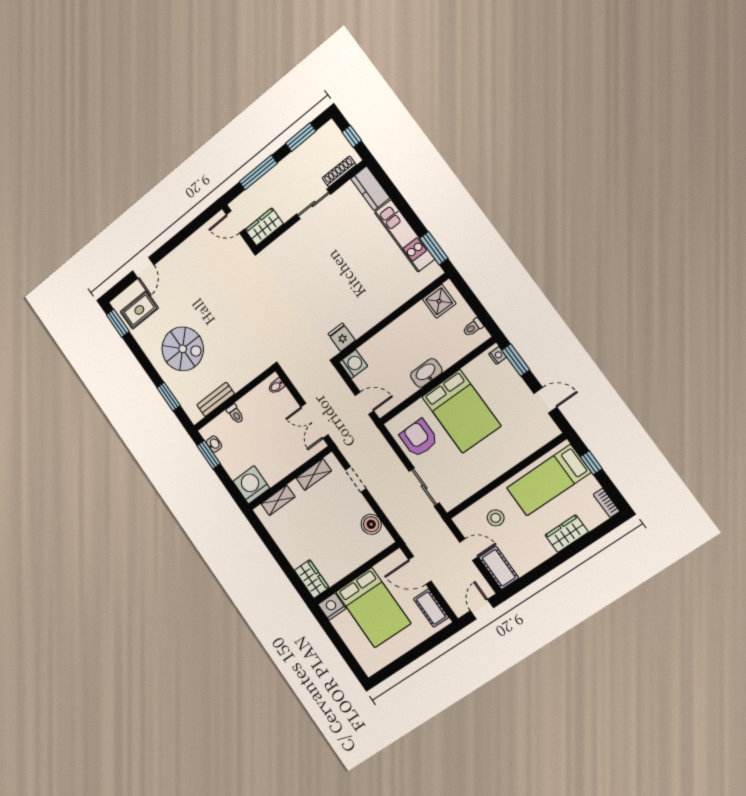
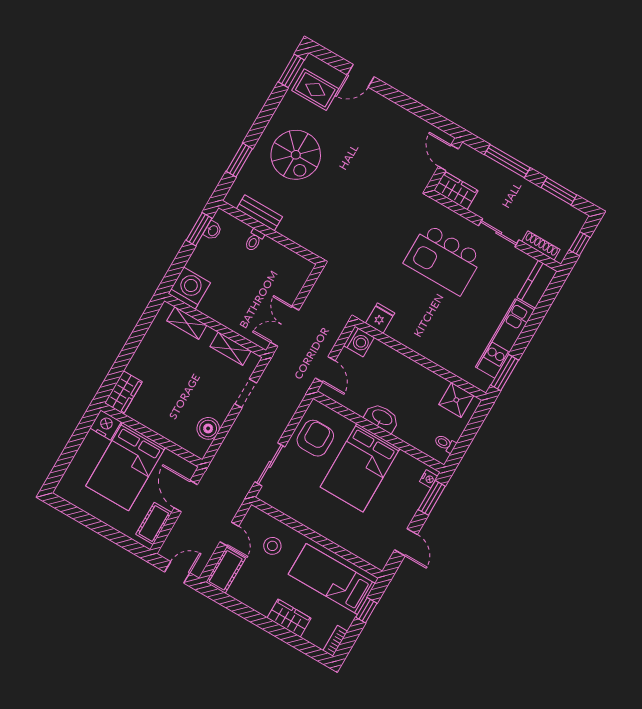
kitchen island: (316, 262) -> (443, 260), added
bidet: (276, 386) -> (302, 272), removed

